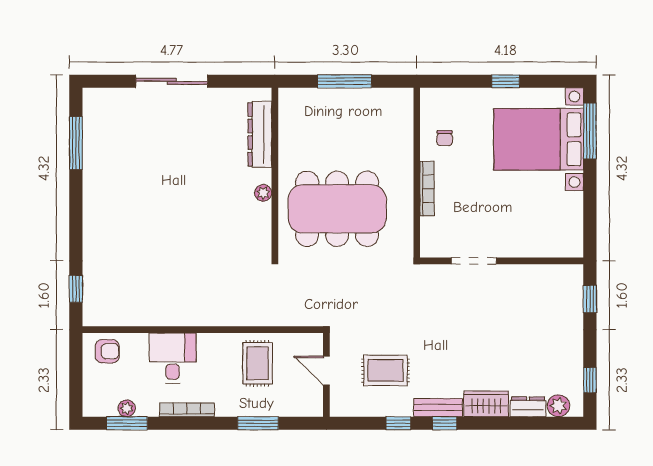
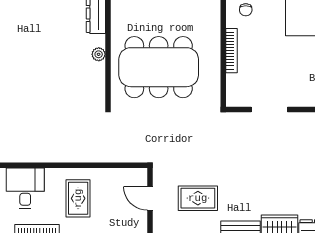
rug: (258, 363) -> (78, 198), moved

